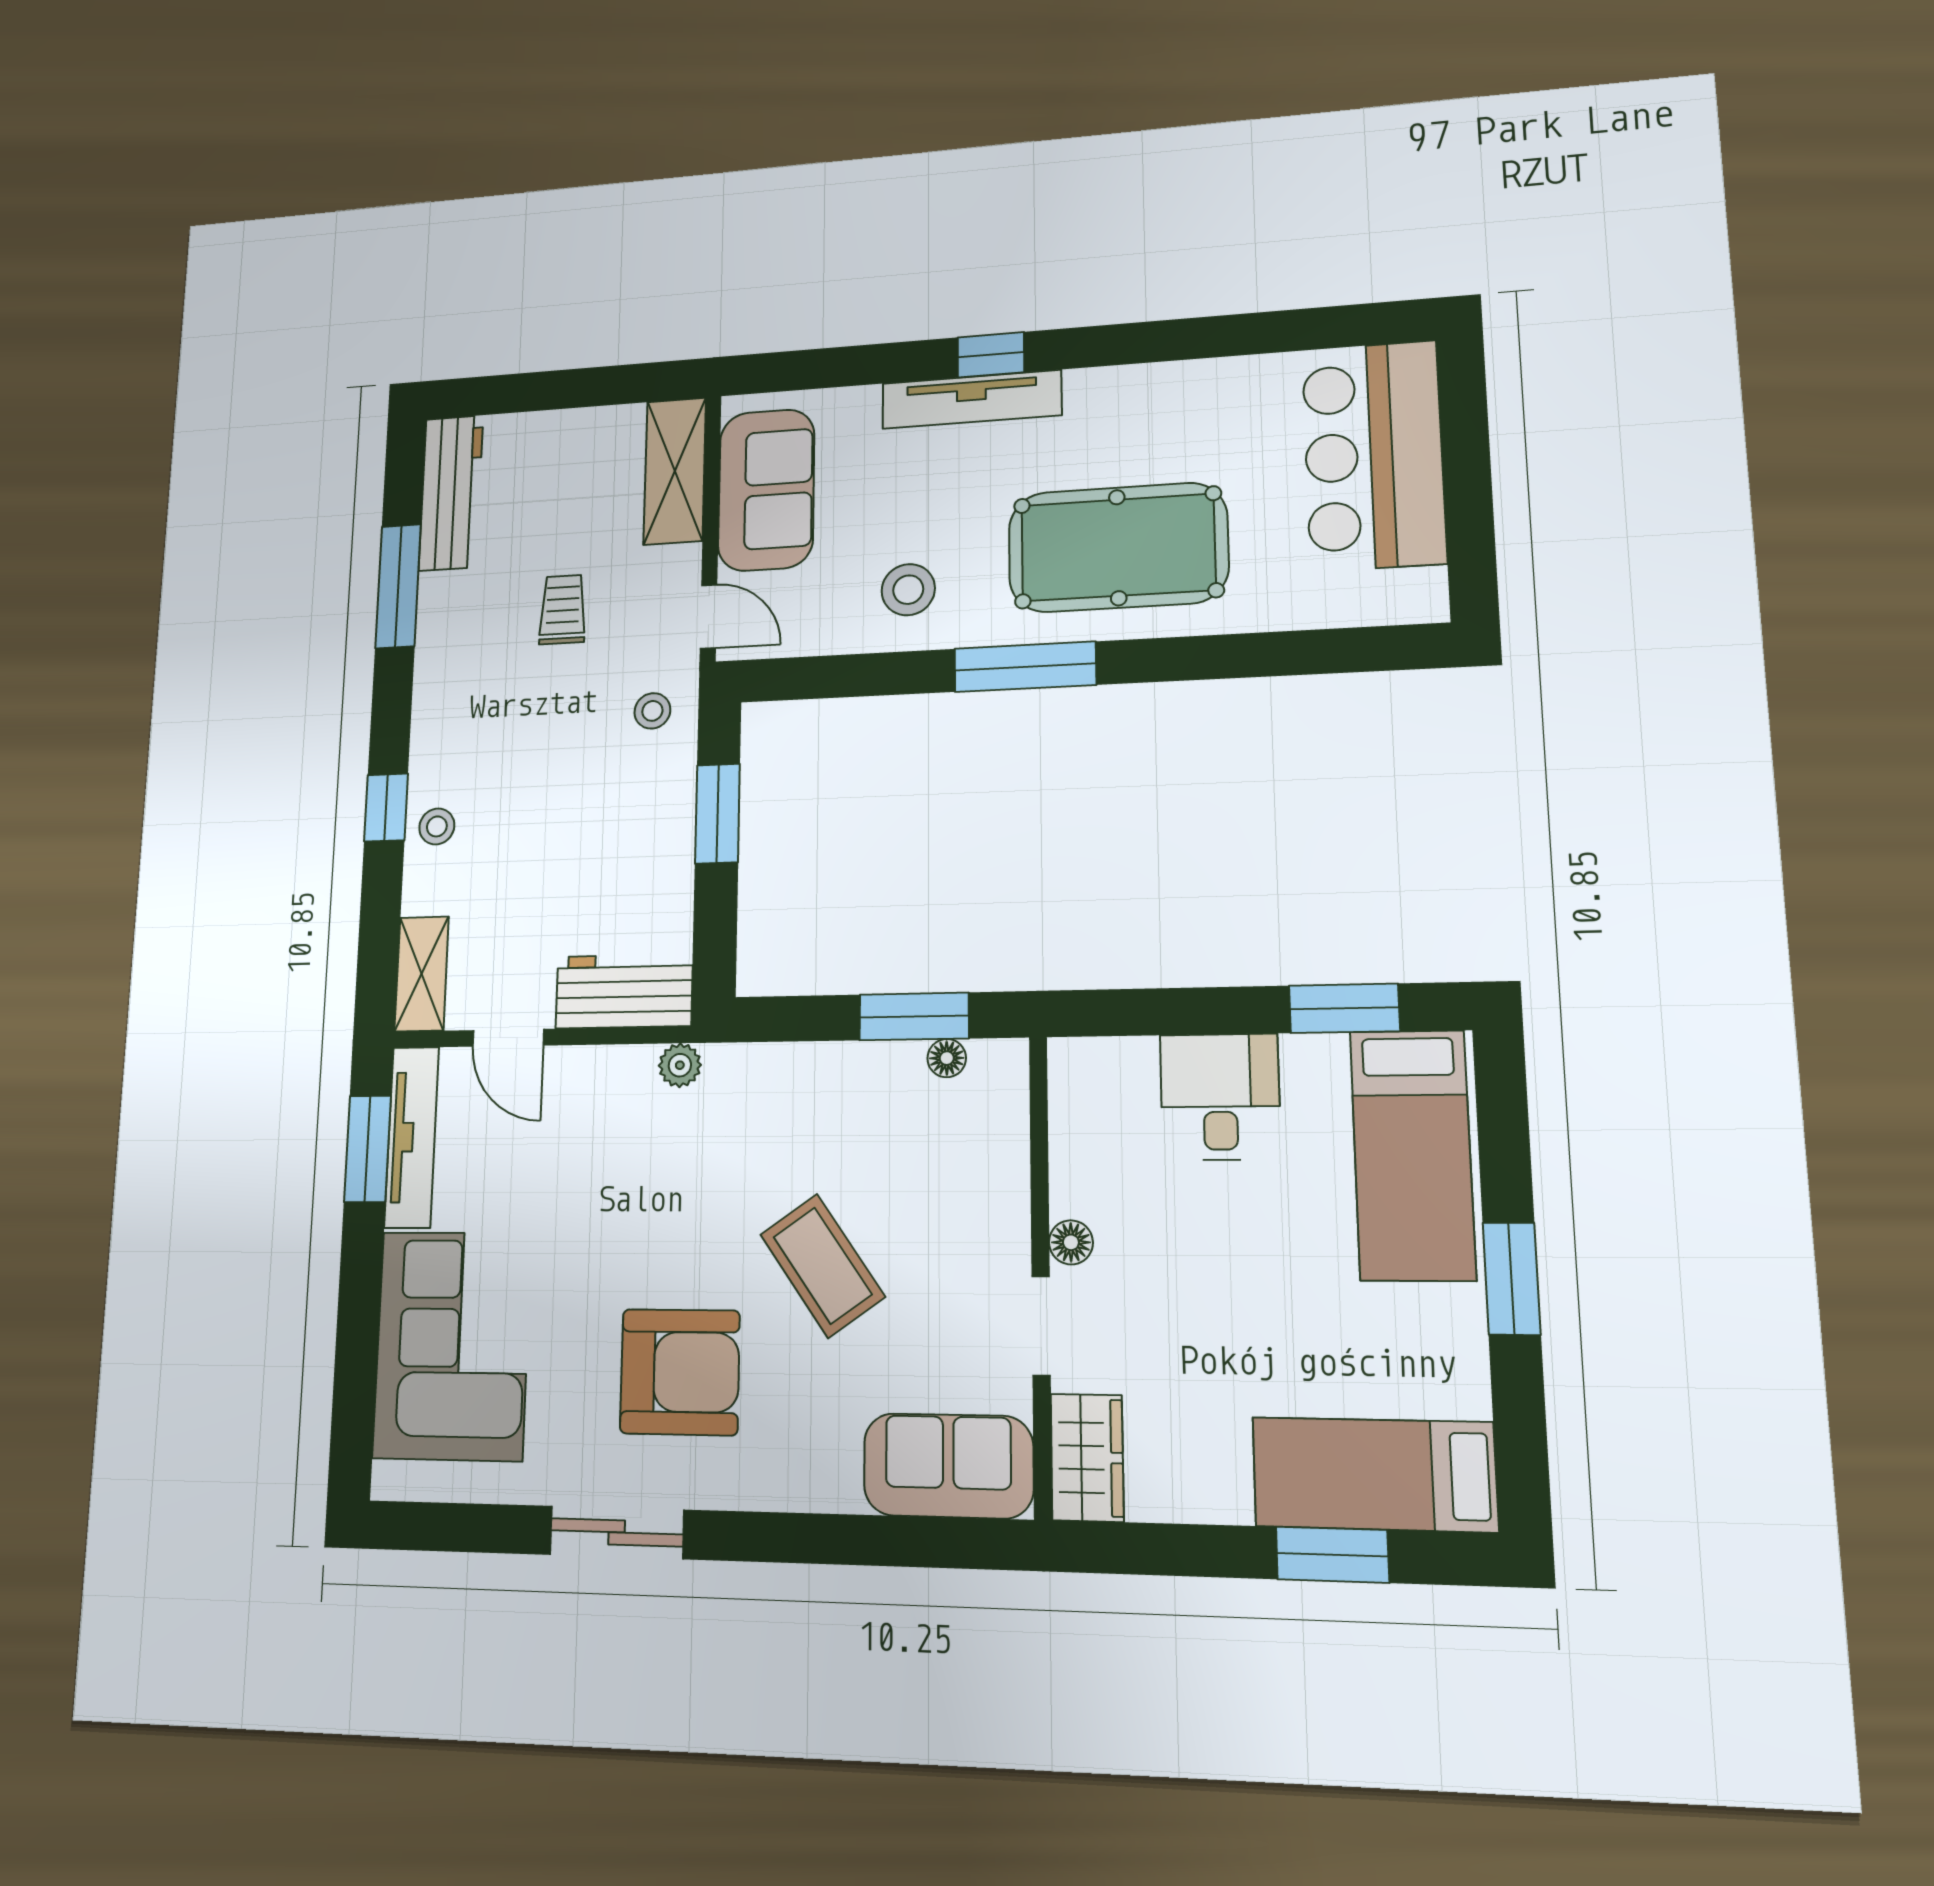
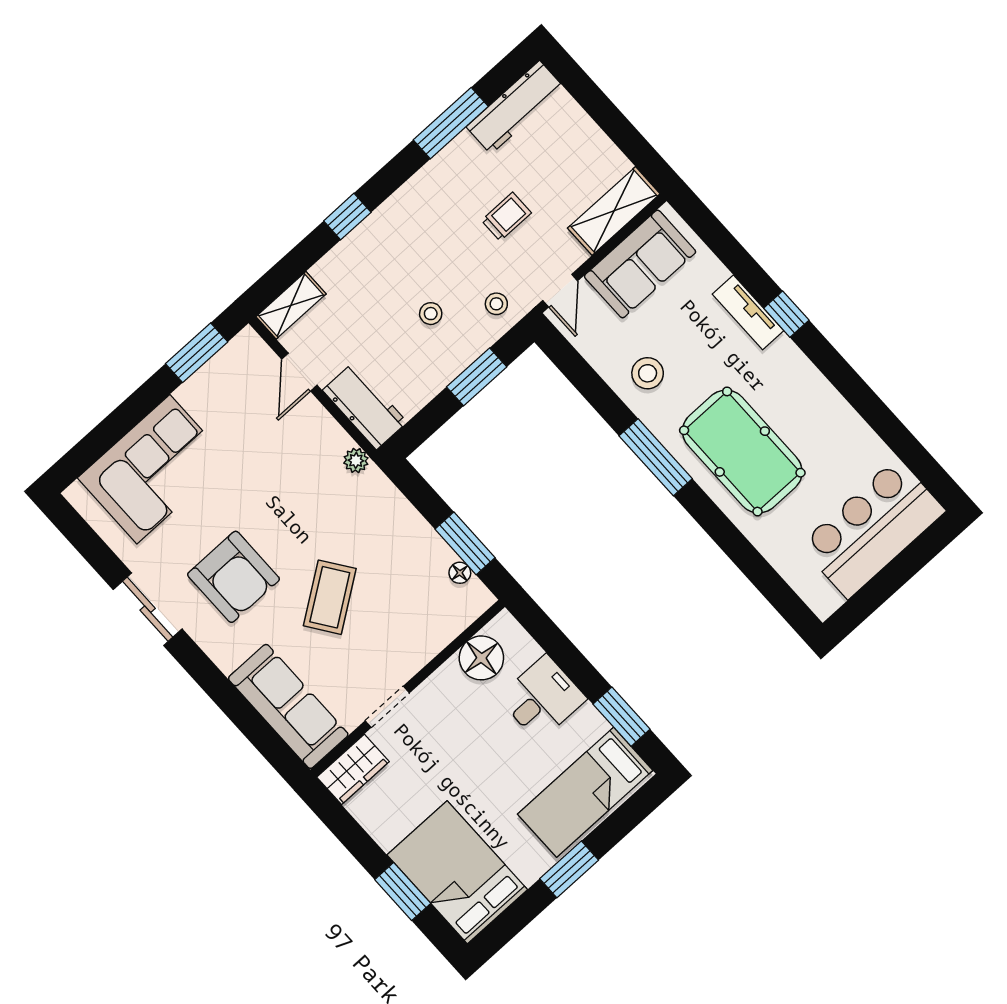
tv unit: (971, 399) -> (748, 312), width x0.71
stool: (437, 826) -> (431, 314), moved
tv unit: (412, 1137) -> (220, 368), removed
floor lamp: (1071, 1242) -> (481, 658), moved, width x1.89, depth x1.89
sofa: (948, 1466) -> (288, 706), width x1.36
bed: (1374, 1474) -> (457, 872), width x1.50

